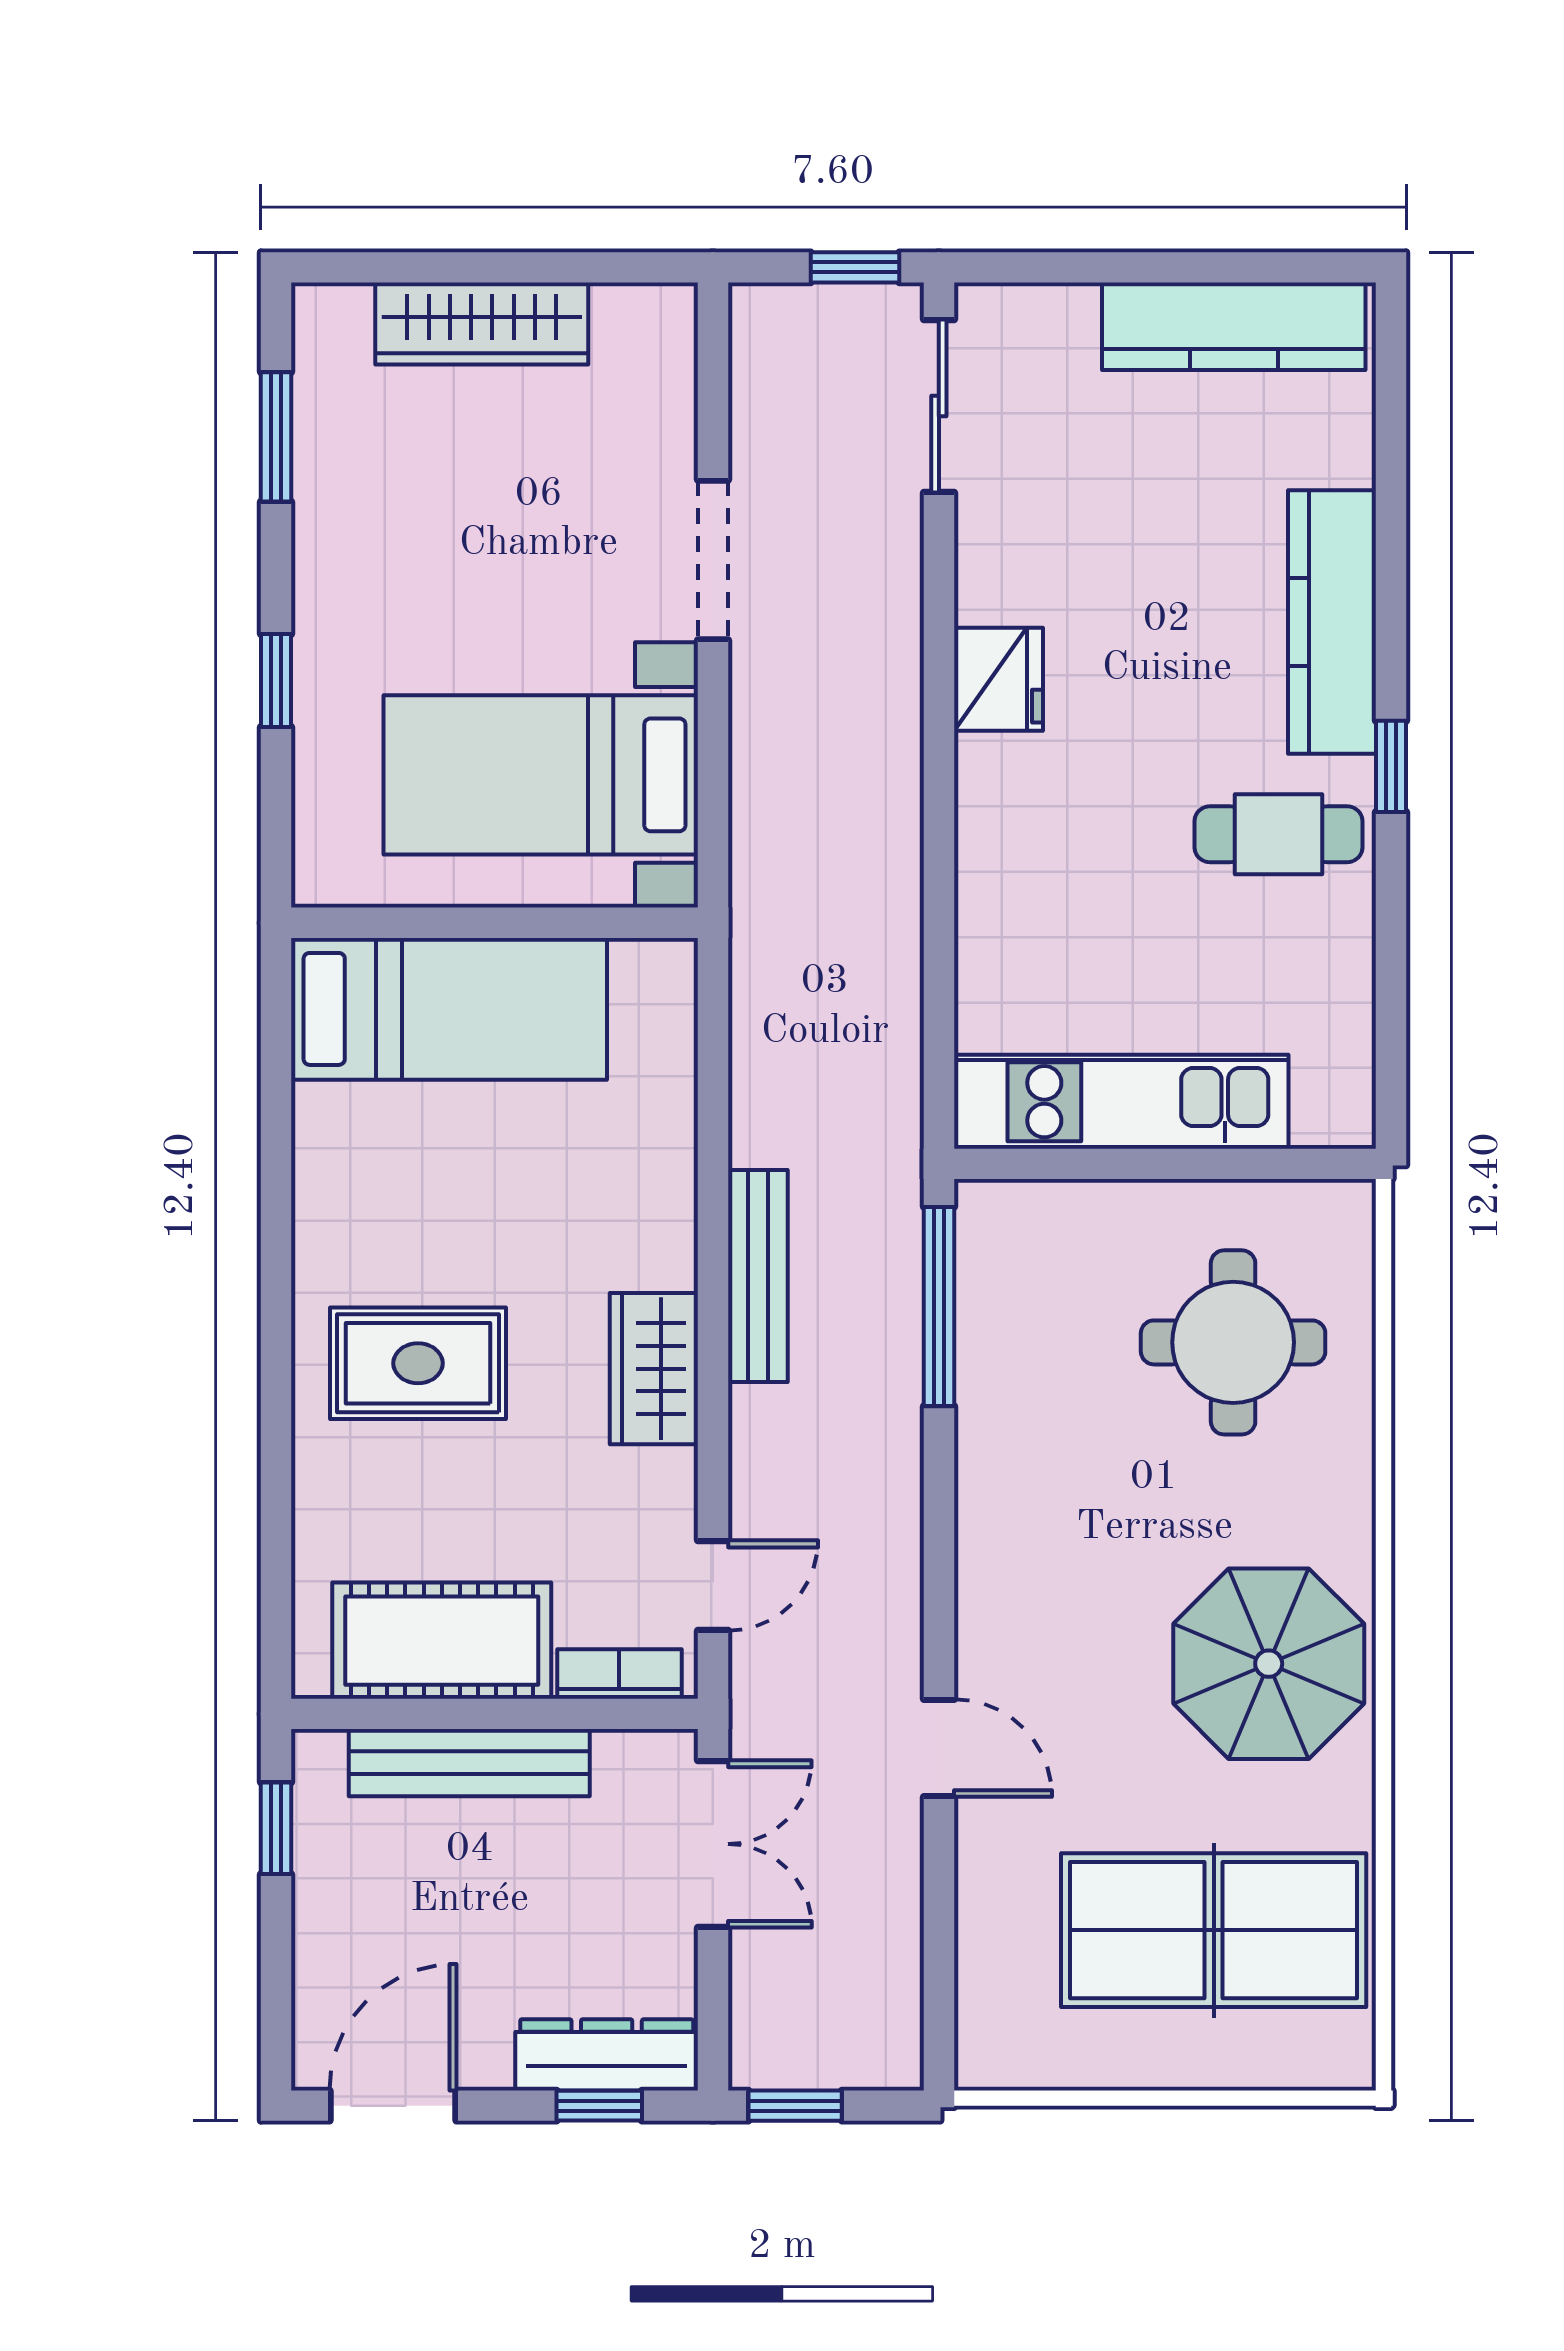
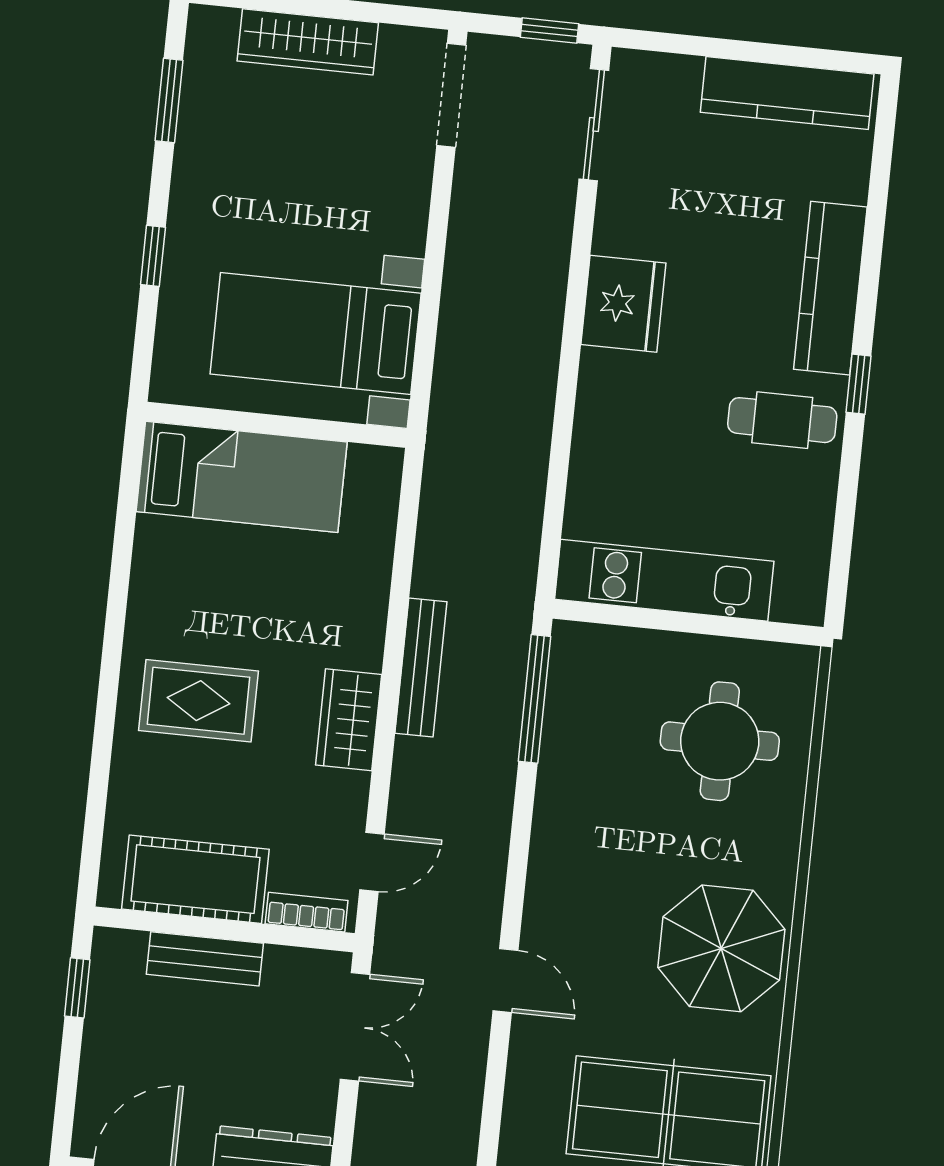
doorway: (713, 560) -> (451, 95), moved
fridge: (998, 679) -> (623, 304), width x1.36, depth x1.34
bench: (469, 1763) -> (205, 959), width x0.73

